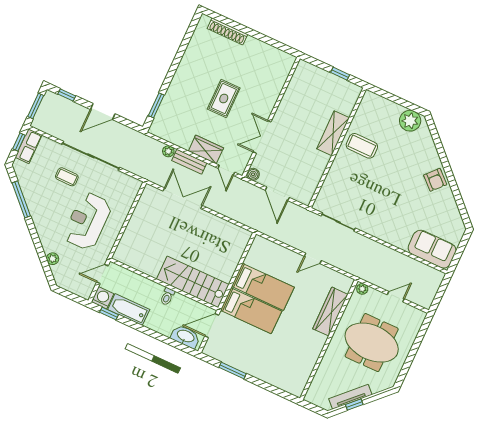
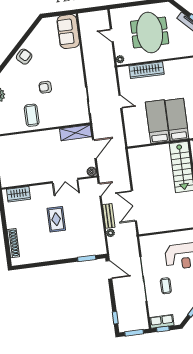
rug: (224, 98) -> (56, 219), turned 90
door: (103, 112) -> (109, 270), moved
shelving: (333, 133) -> (76, 133), moved
wardrobe: (206, 149) -> (18, 194), moved, turned -90
armchair: (384, 182) -> (45, 87), added

